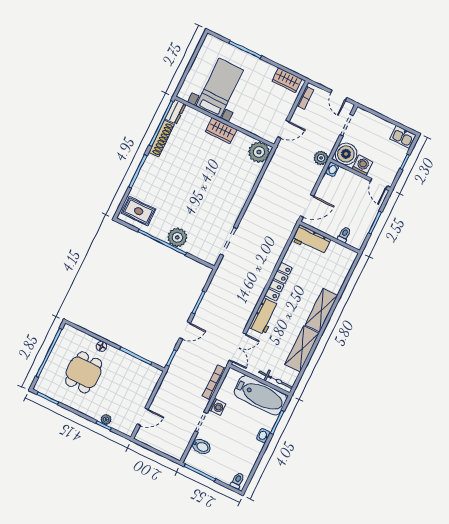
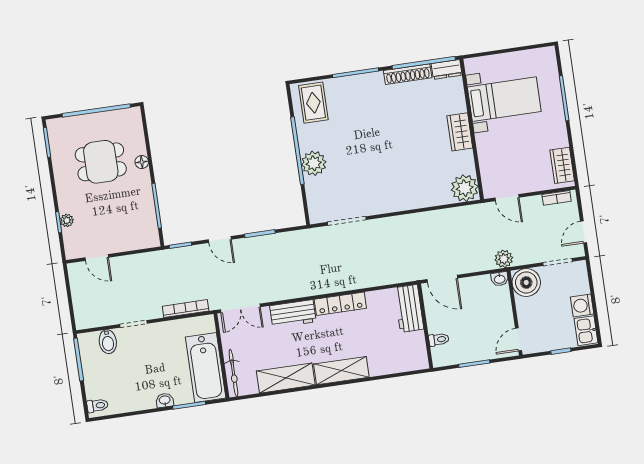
washing machine: (362, 165) -> (582, 305), moved, turned 180
washing machine: (217, 407) -> (162, 330), removed

